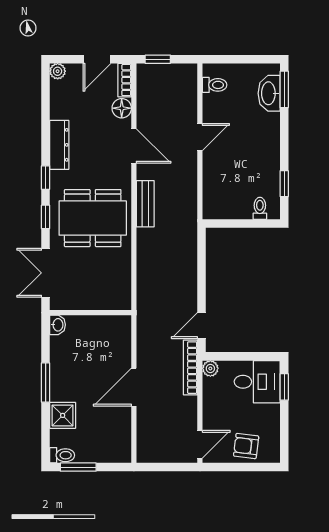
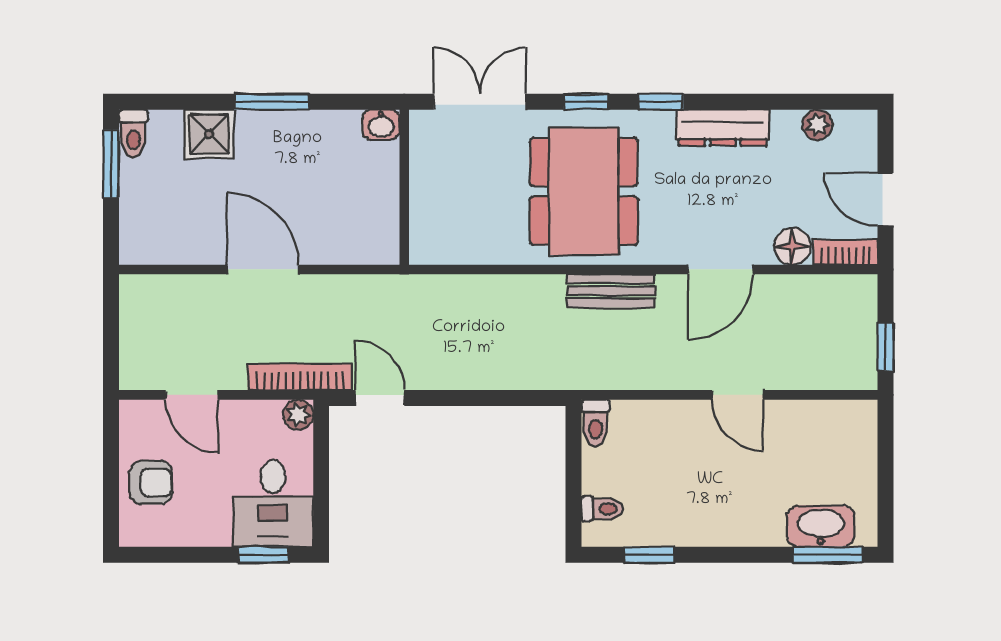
window: (158, 59) -> (886, 347), moved
plant: (58, 71) -> (818, 125), moved
toilet: (215, 85) -> (596, 423), moved
door: (200, 444) -> (192, 395), moved
armchair: (246, 446) -> (151, 483), turned 83

